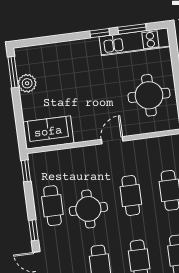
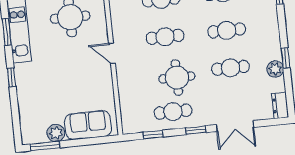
window: (100, 33) -> (11, 78), moved
sofa: (48, 132) -> (88, 125), moved, turned 90
window: (26, 171) -> (153, 135), moved

